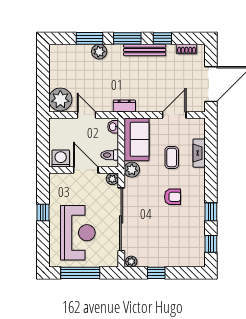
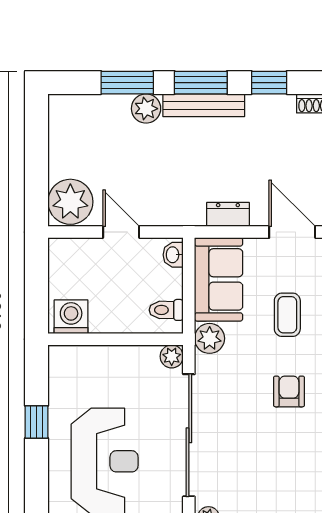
bench: (145, 50) -> (204, 105), moved
dresser: (124, 106) -> (228, 214), moved
door: (174, 115) -> (292, 232), hinge flipped
door: (86, 170) -> (120, 339), removed
armchair: (173, 197) -> (289, 391), turned -90

